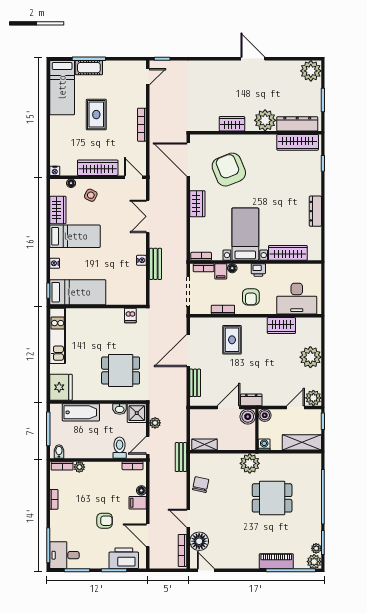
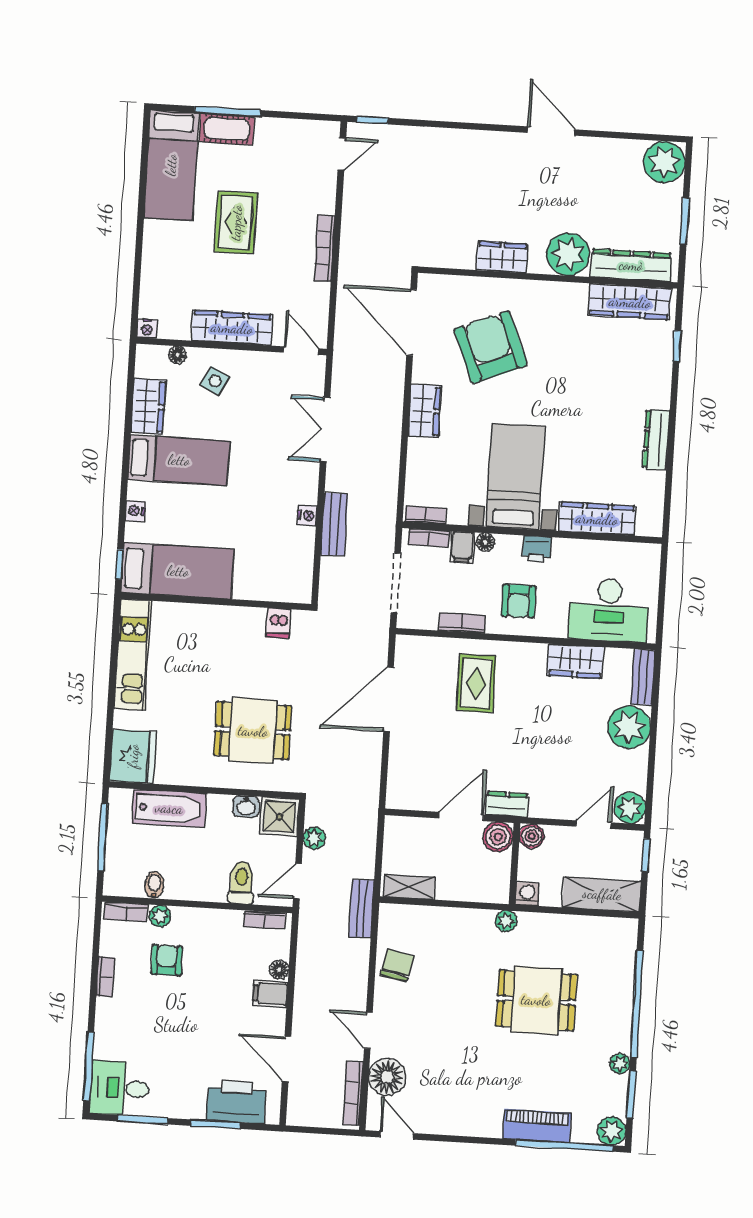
bench: (195, 383) -> (643, 677), moved
bidet: (59, 451) -> (154, 885), moved
plant: (250, 463) -> (506, 921), width x0.53, depth x0.53
armchair: (105, 521) -> (167, 960), moved, turned -90
plant: (316, 548) -> (620, 1064), moved

